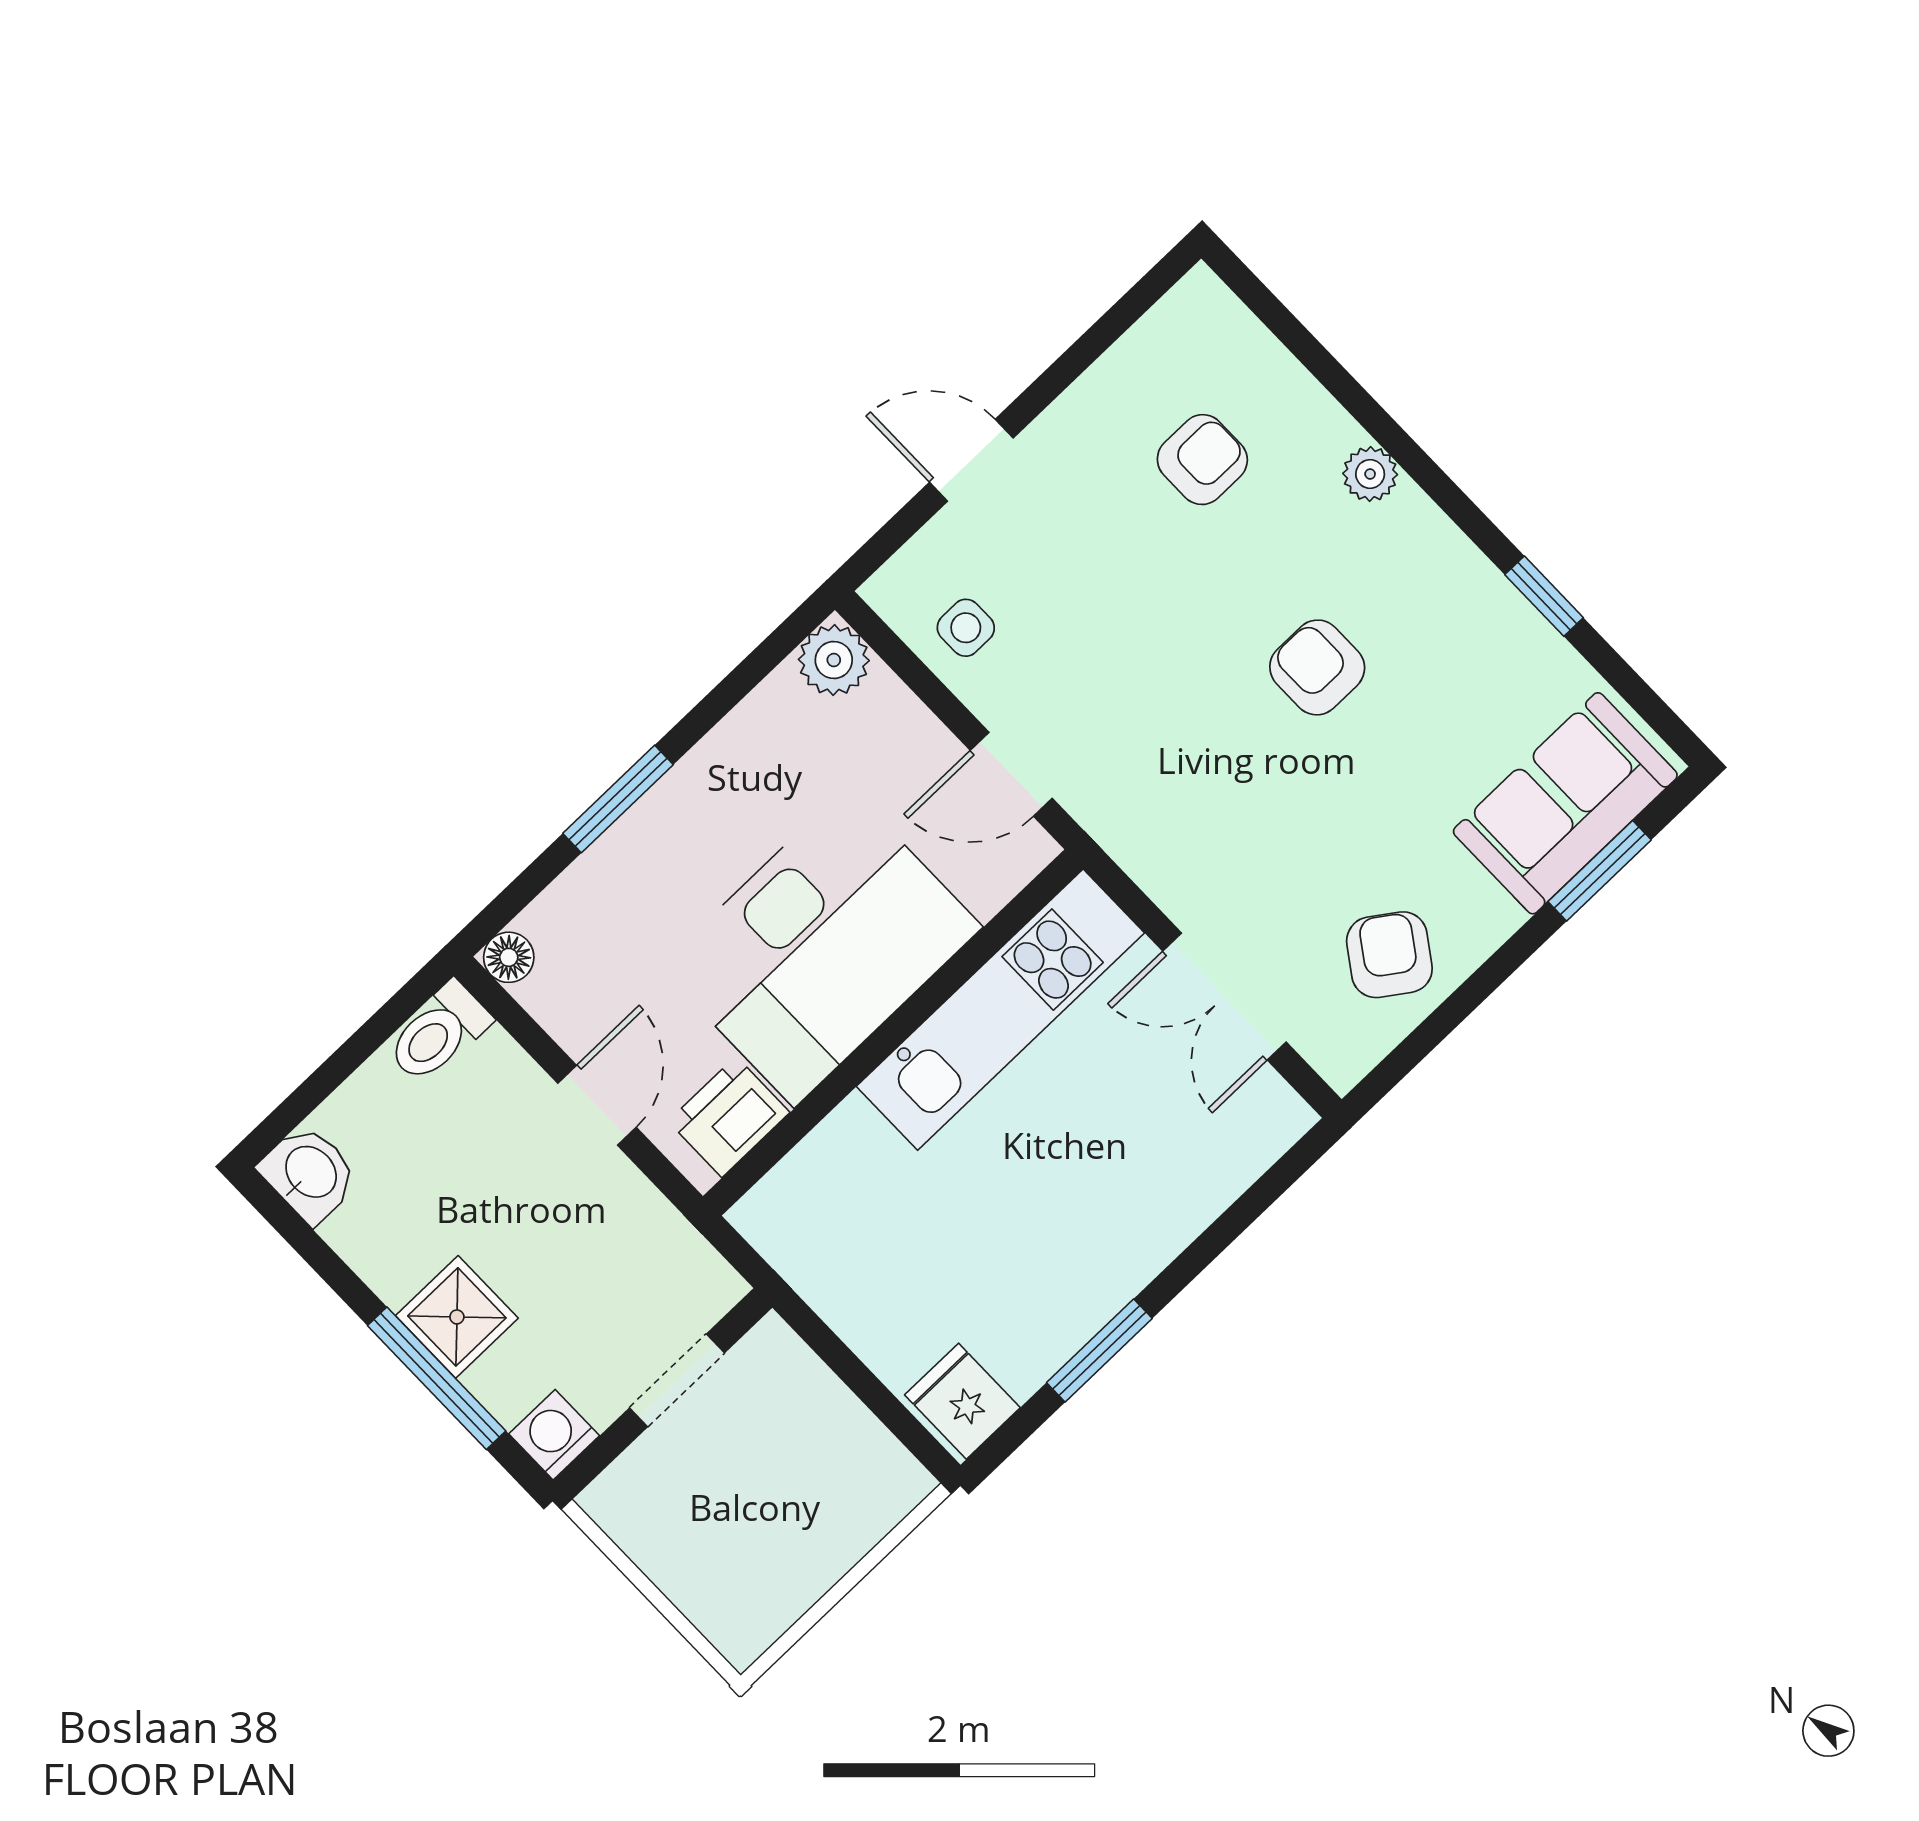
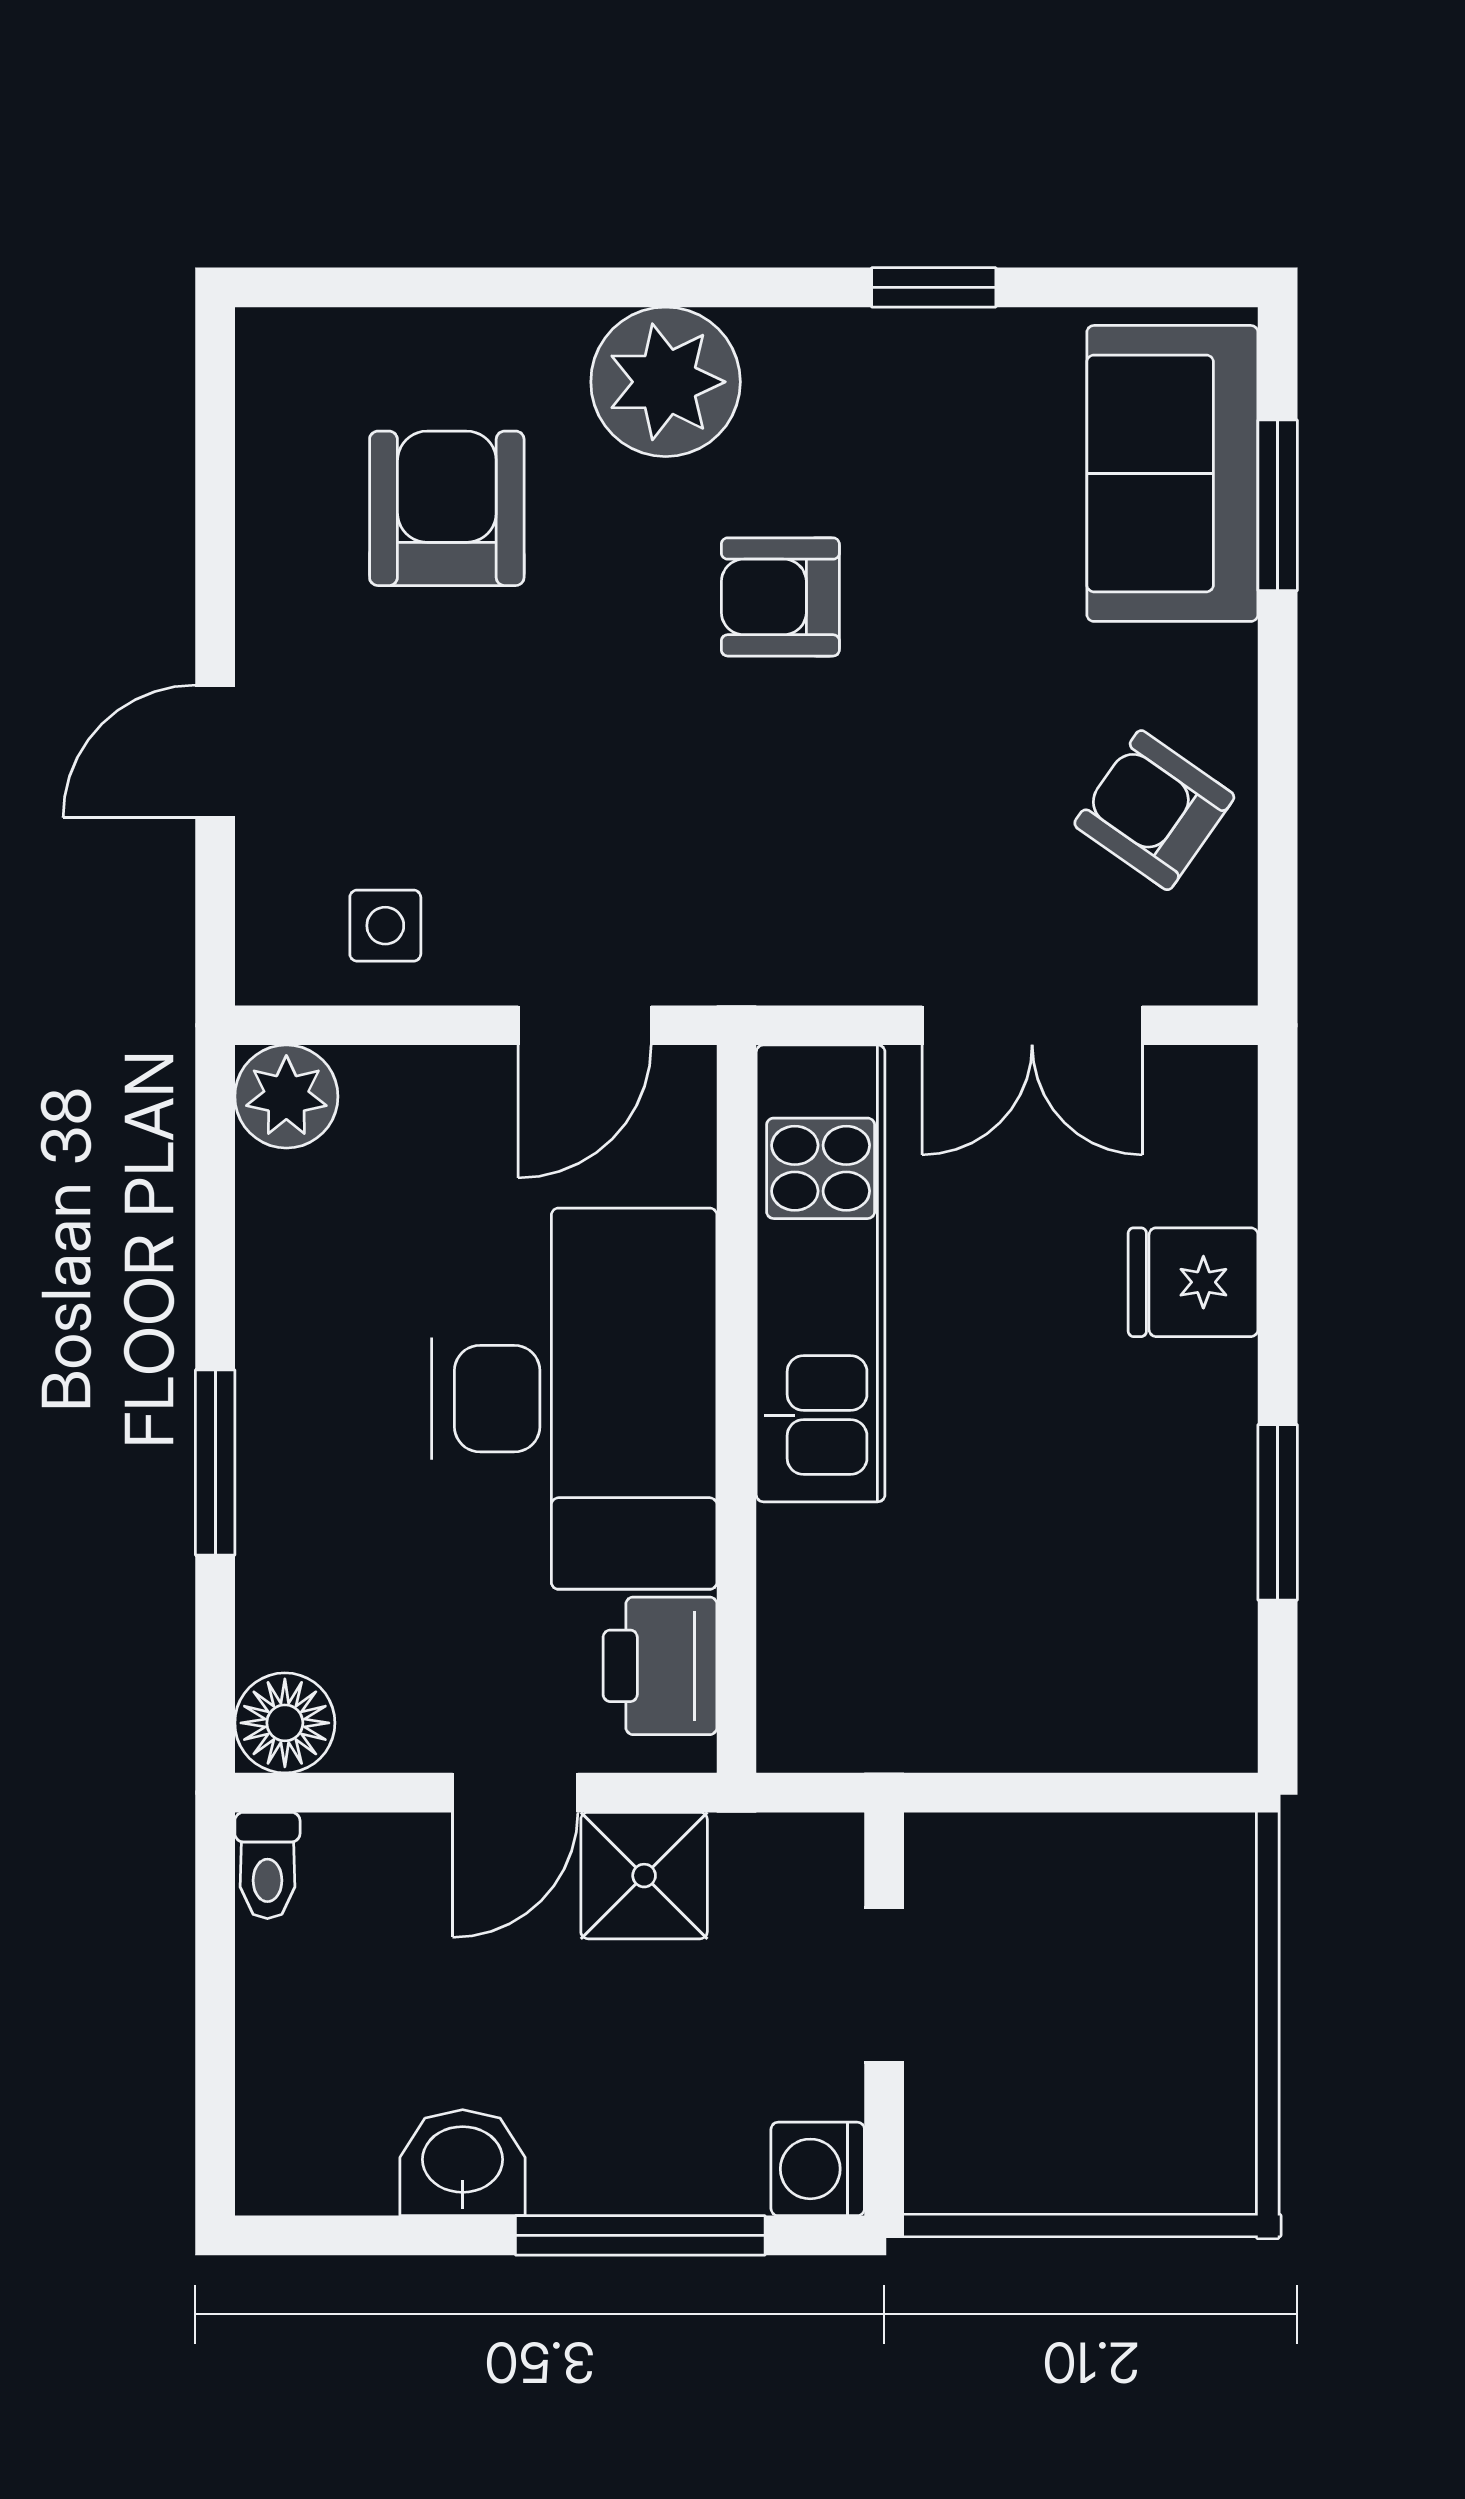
armchair: (1202, 460) -> (447, 508), width x1.38, depth x1.38
plant: (1370, 474) -> (666, 382), width x1.88, depth x1.88
floor lamp: (509, 957) -> (285, 1723), width x1.37, depth x1.37
toilet: (438, 1033) -> (267, 1865), width x0.73, depth x0.72
door: (597, 1105) -> (515, 1793), swing flipped
washbasin: (309, 1173) -> (463, 2163), moved
shower: (457, 1317) -> (644, 1876), moved
fridge: (962, 1401) -> (1193, 1282), moved

